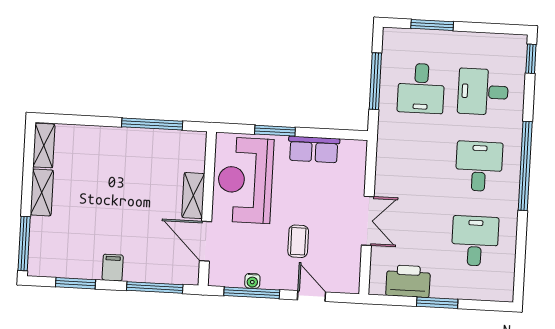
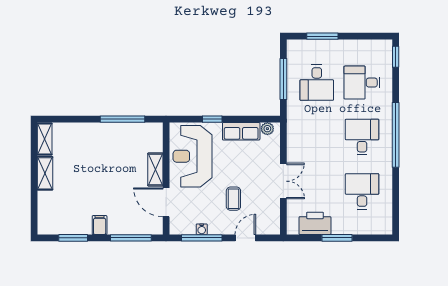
window: (275, 131) -> (212, 119), width x0.67
plant: (350, 148) -> (267, 129), added
window: (24, 243) -> (34, 211), removed
door: (311, 296) -> (245, 238), hinge flipped

